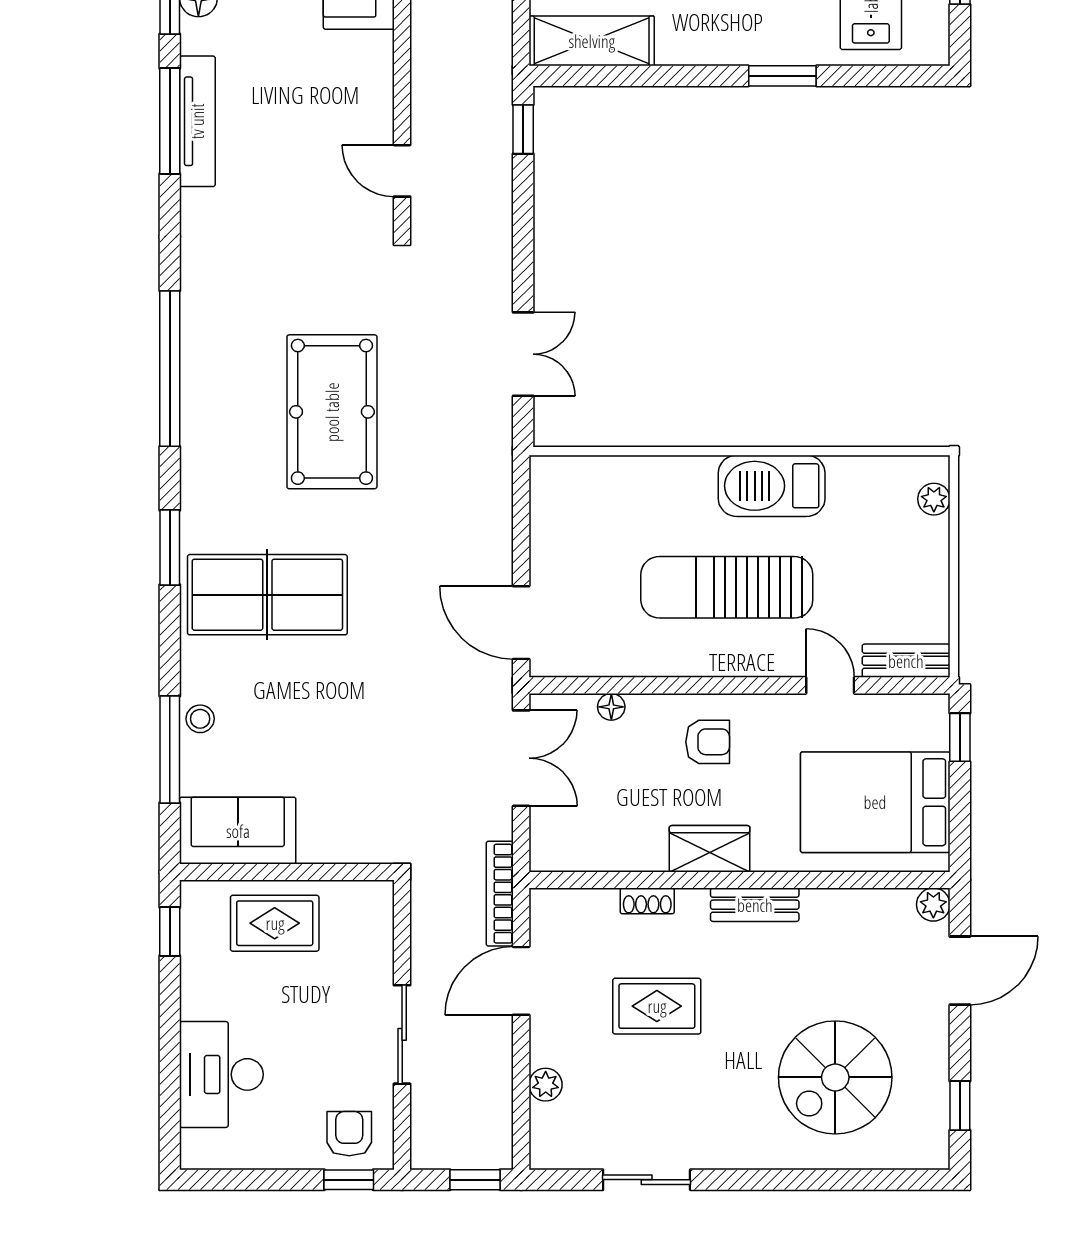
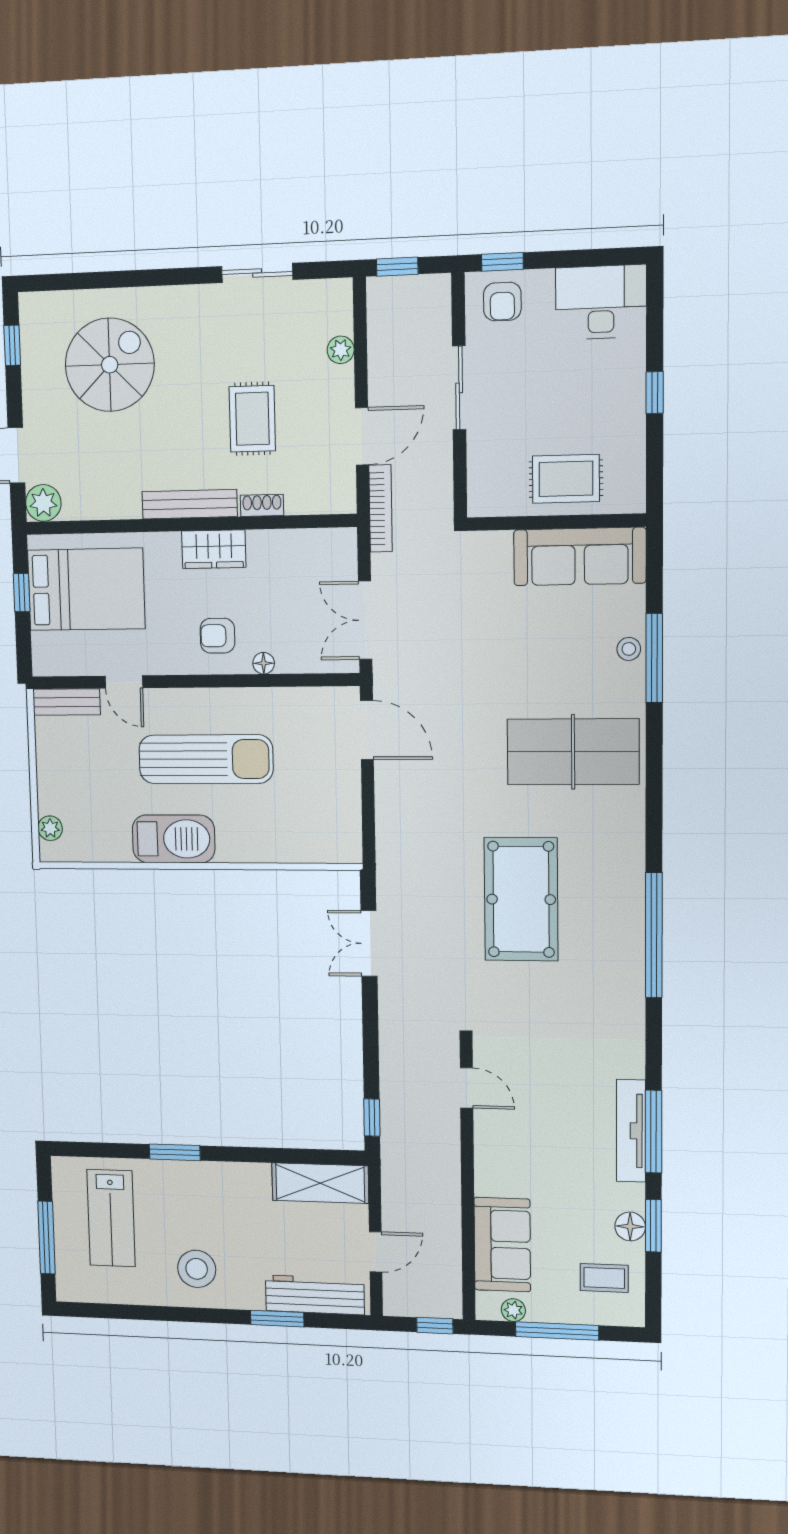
window: (170, 547) -> (654, 790), removed
floor lamp: (611, 707) -> (264, 663), moved
window: (960, 737) -> (22, 593), moved
window: (170, 749) -> (654, 658), moved
sofa: (238, 831) -> (580, 556), width x1.36
bench: (755, 905) -> (190, 504), width x1.36
plant: (933, 905) -> (43, 503), width x1.38, depth x1.38
window: (170, 931) -> (655, 393), moved
rug: (657, 1006) -> (252, 419), turned 90
desk: (221, 1074) -> (601, 302), moved, turned -90

